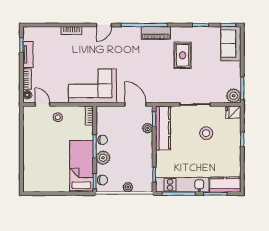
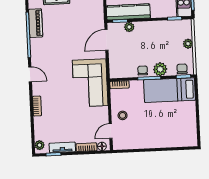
plant: (31, 31) -> (40, 145), added

